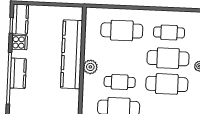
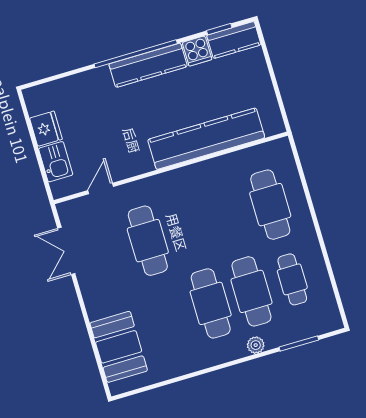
plant: (90, 67) -> (197, 175), removed
kitchen counter: (18, 73) -> (148, 65), width x1.50
cafe table: (120, 82) -> (189, 229), removed

